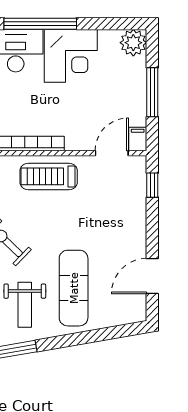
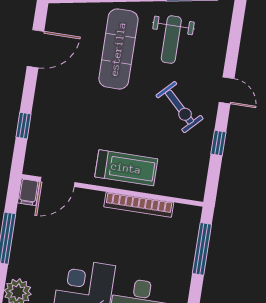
window: (152, 185) -> (24, 126), moved
weight bench: (25, 305) -> (171, 40), turned 180

